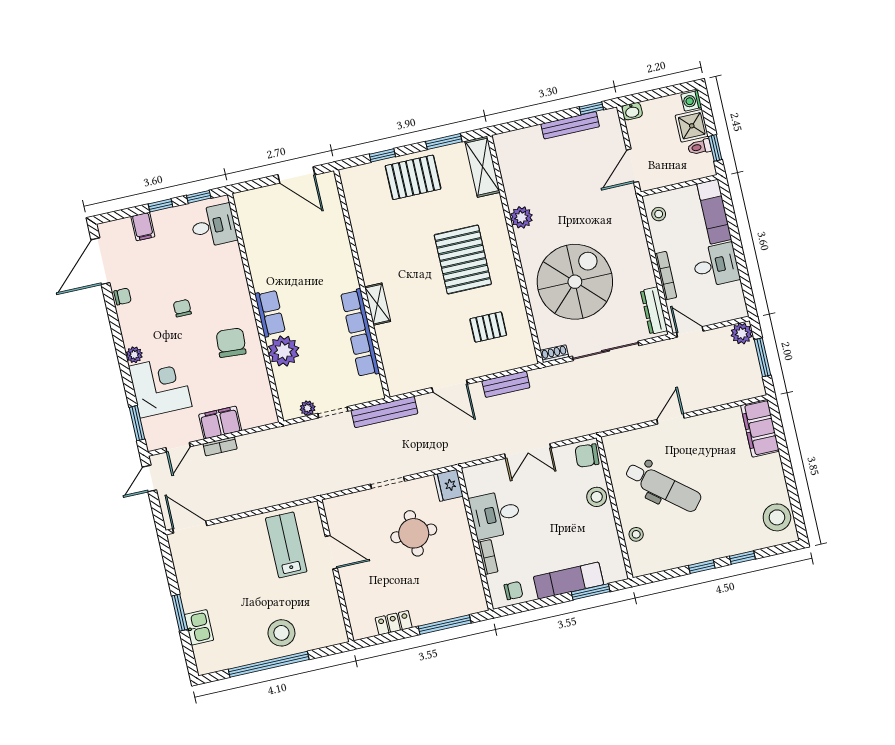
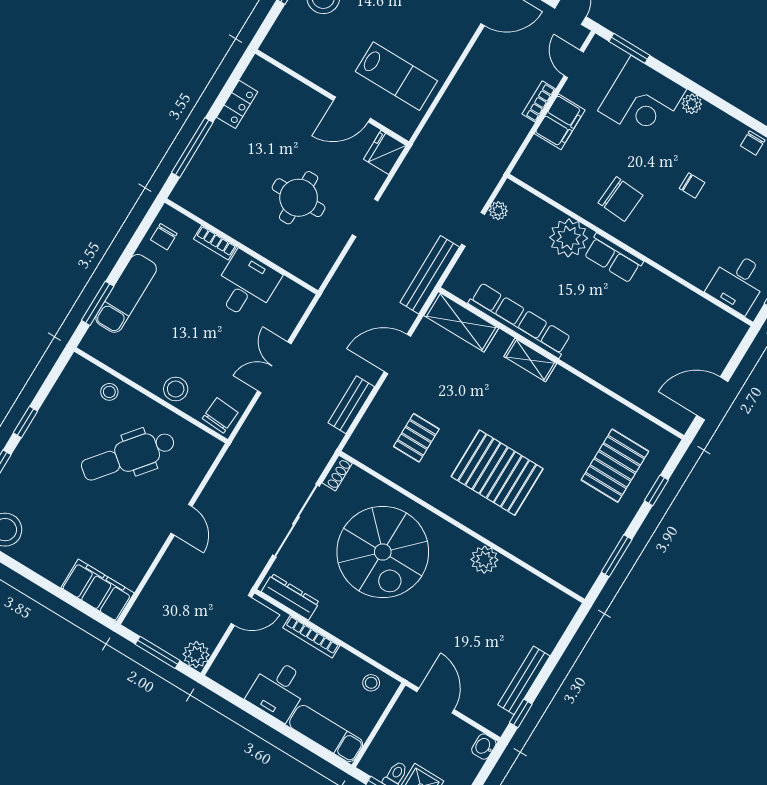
shelving: (482, 167) -> (461, 322), moved
pallet: (413, 177) -> (615, 466), moved
fridge: (448, 485) -> (385, 152), moved, turned -90

